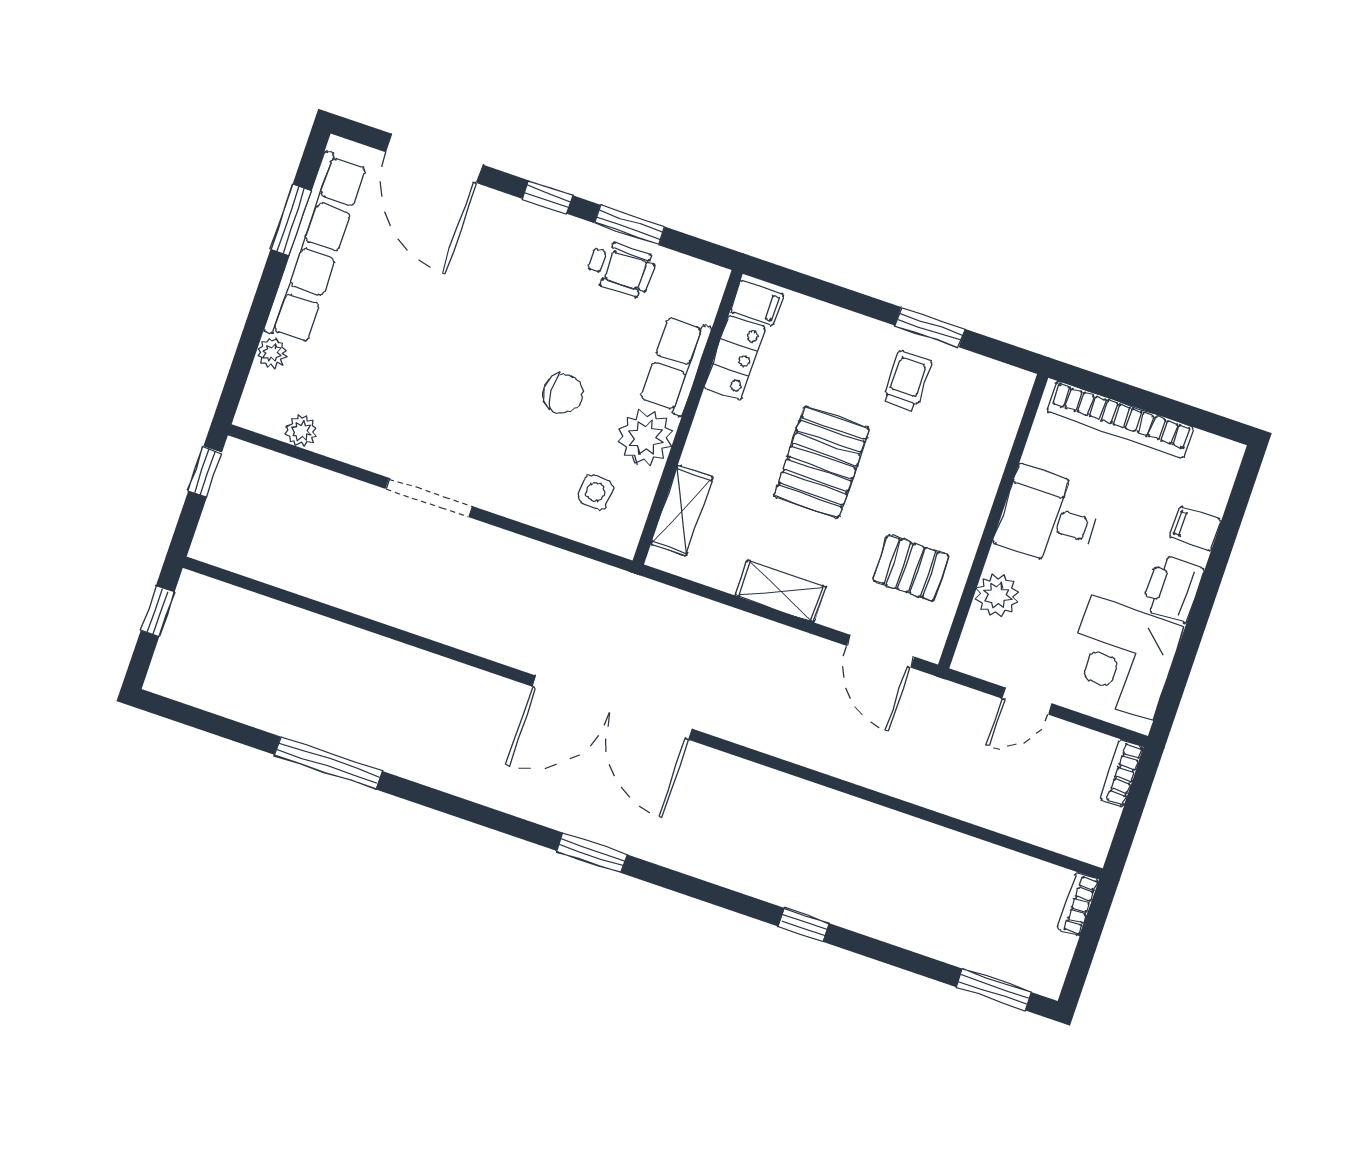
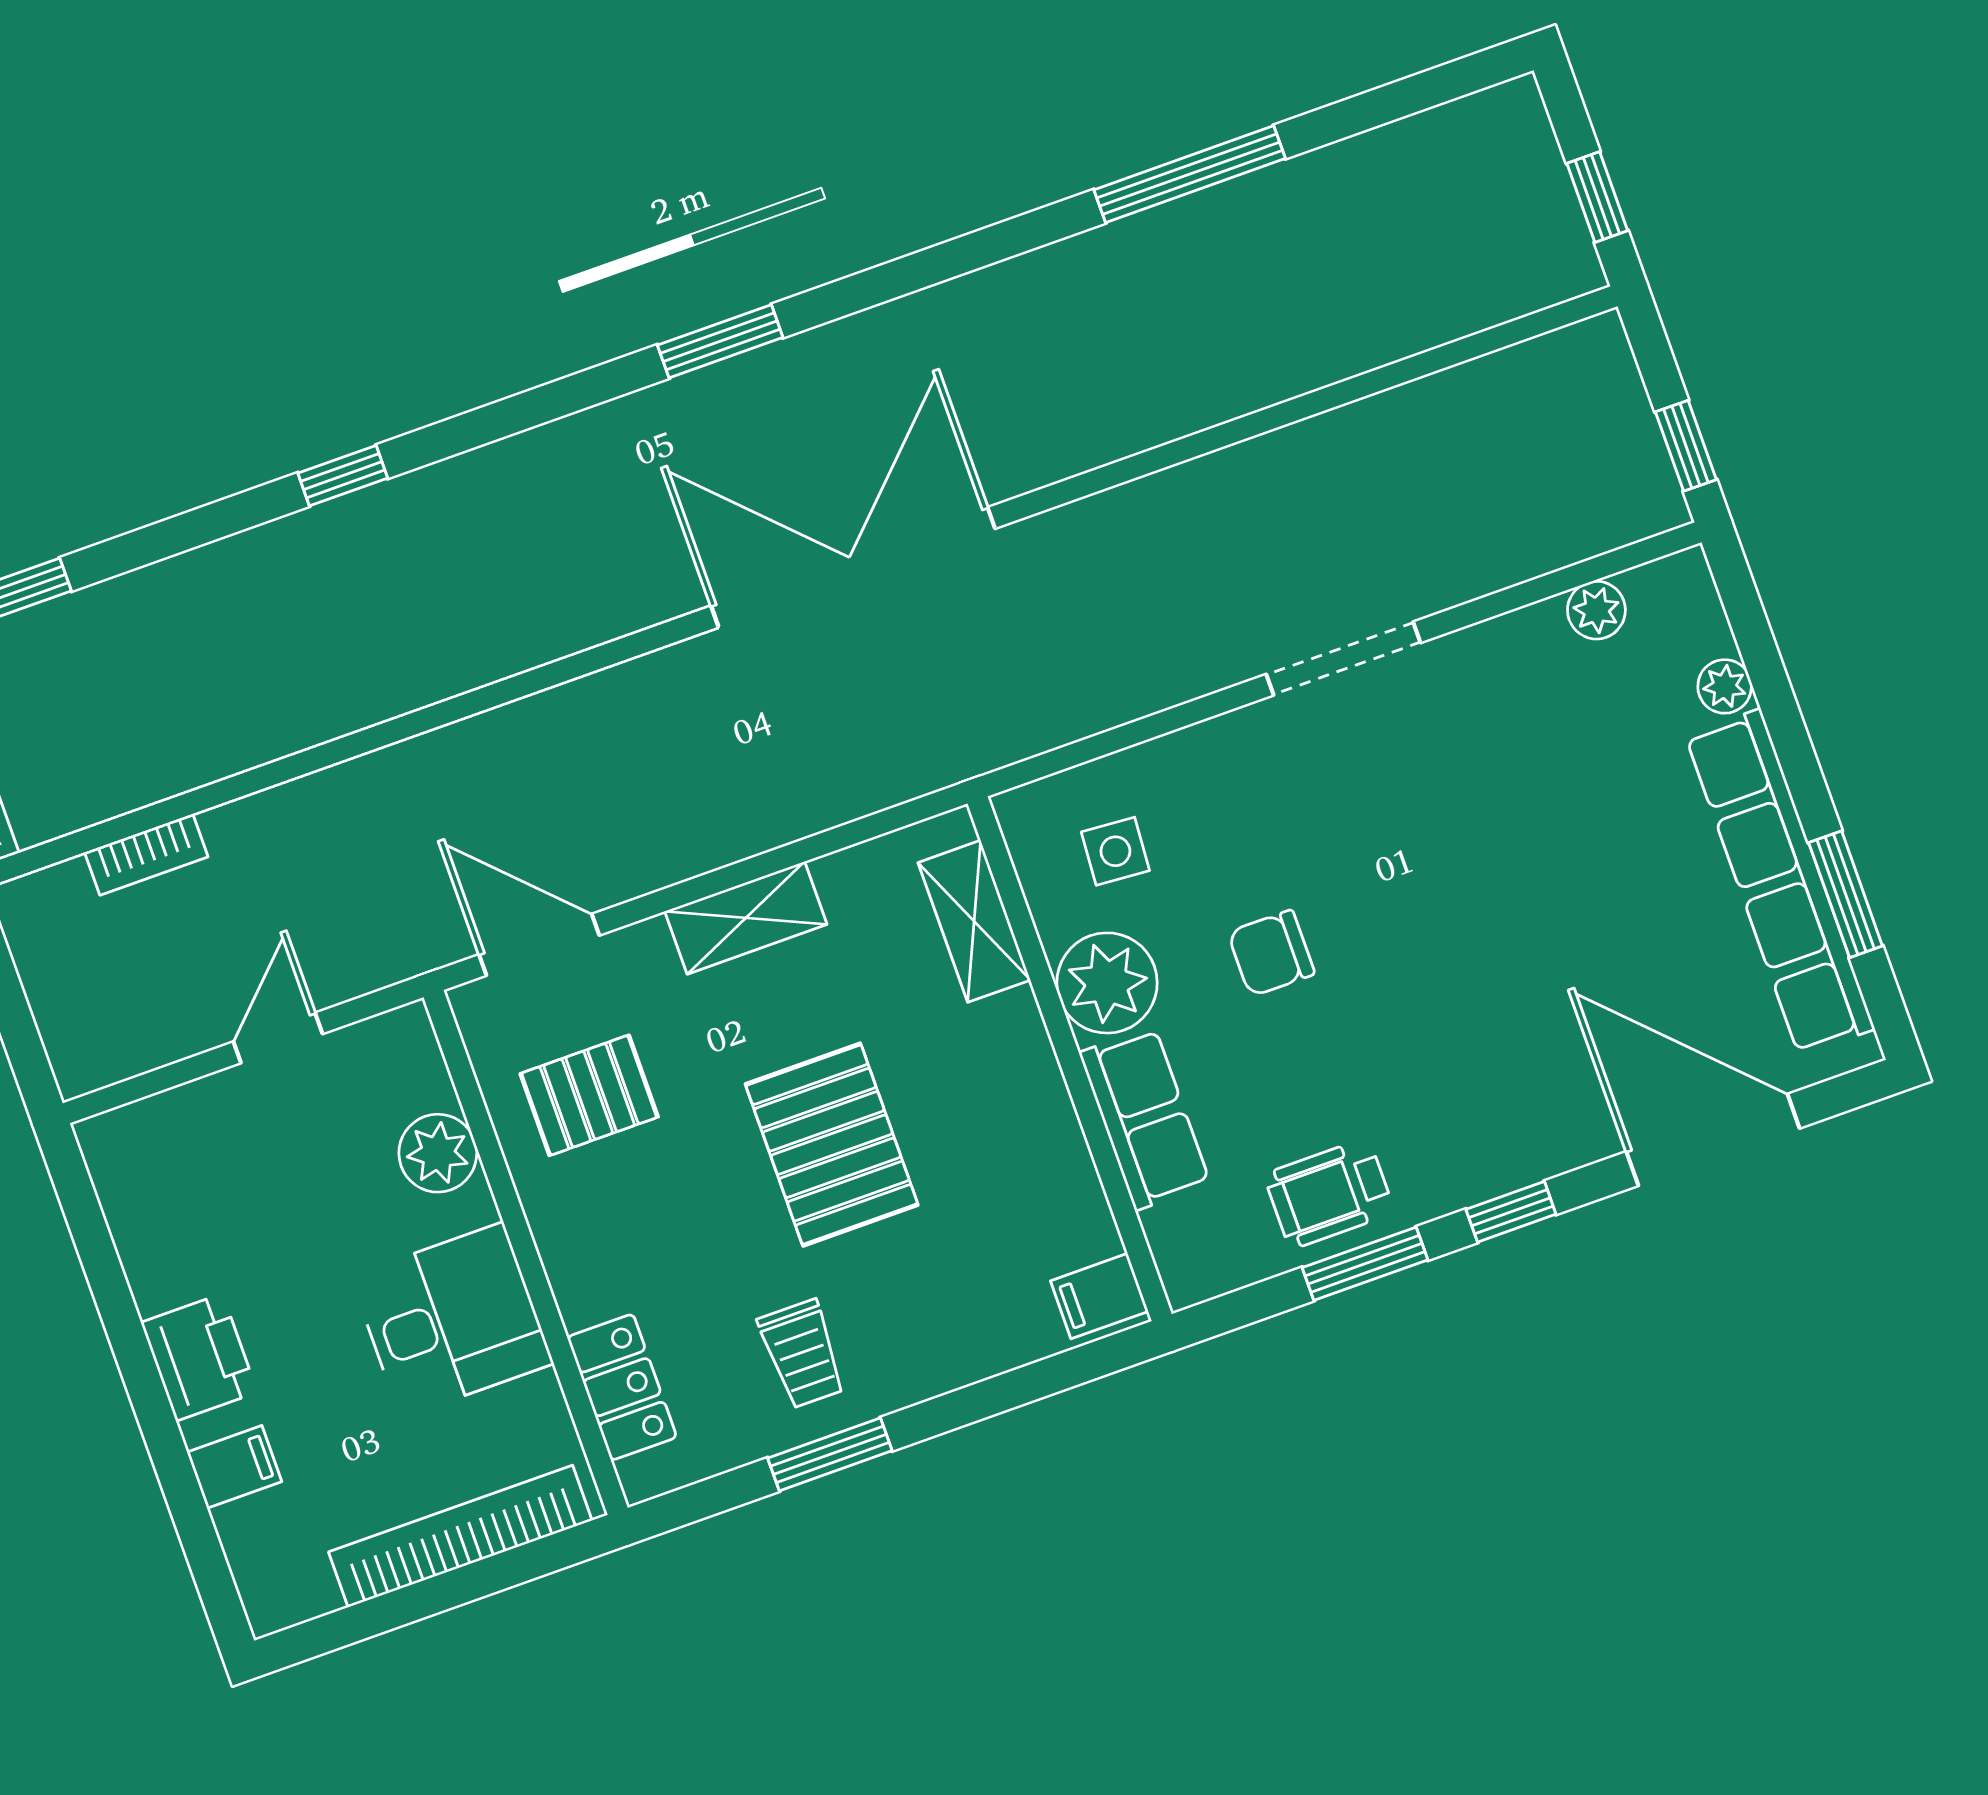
locker: (735, 358) -> (622, 1387), moved, turned 180
corner desk: (1122, 658) -> (193, 1204), removed
bookcase: (1122, 773) -> (146, 854), moved, turned 90

